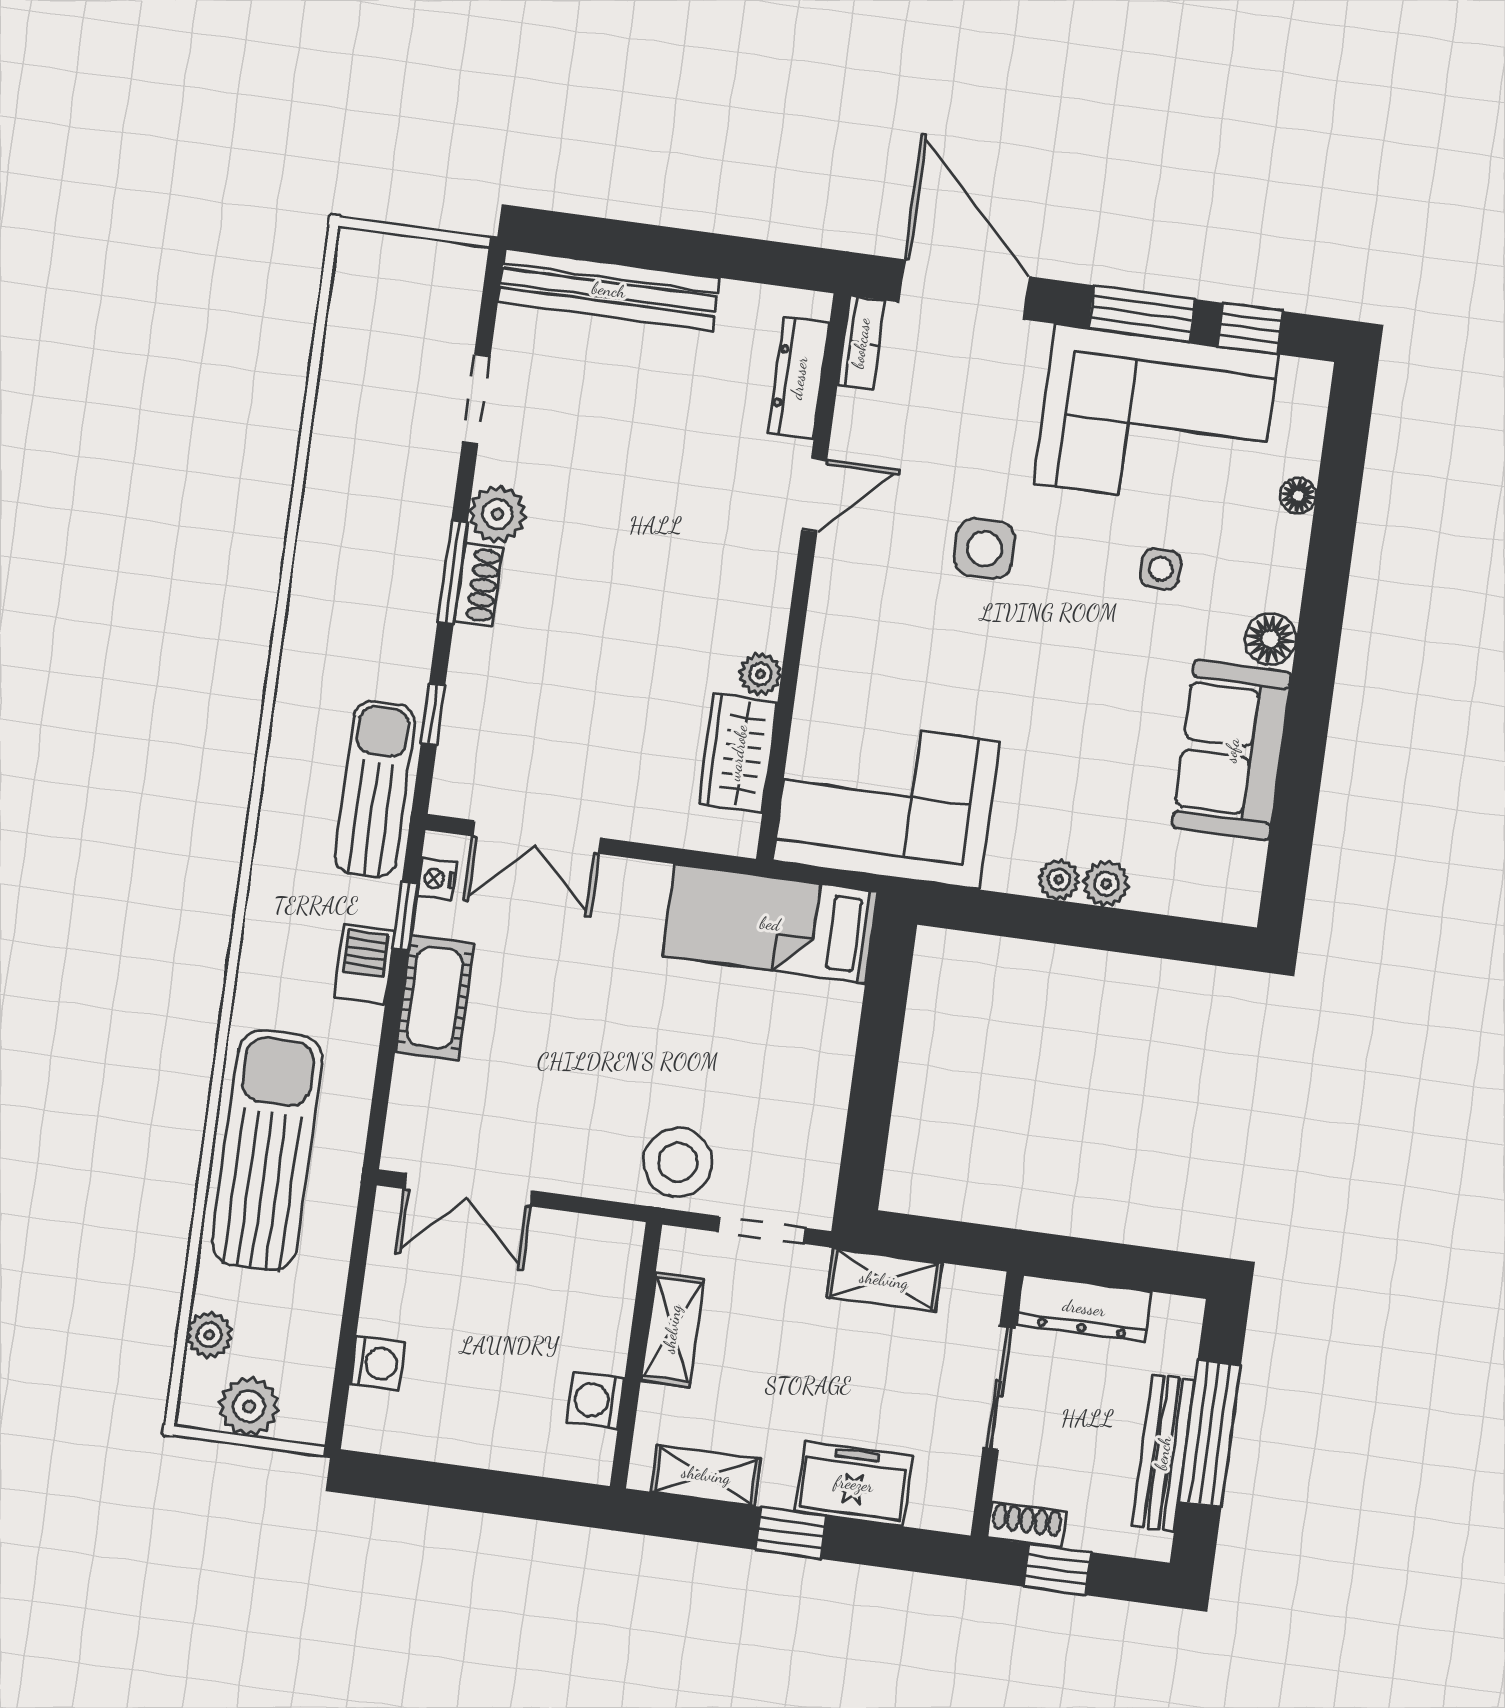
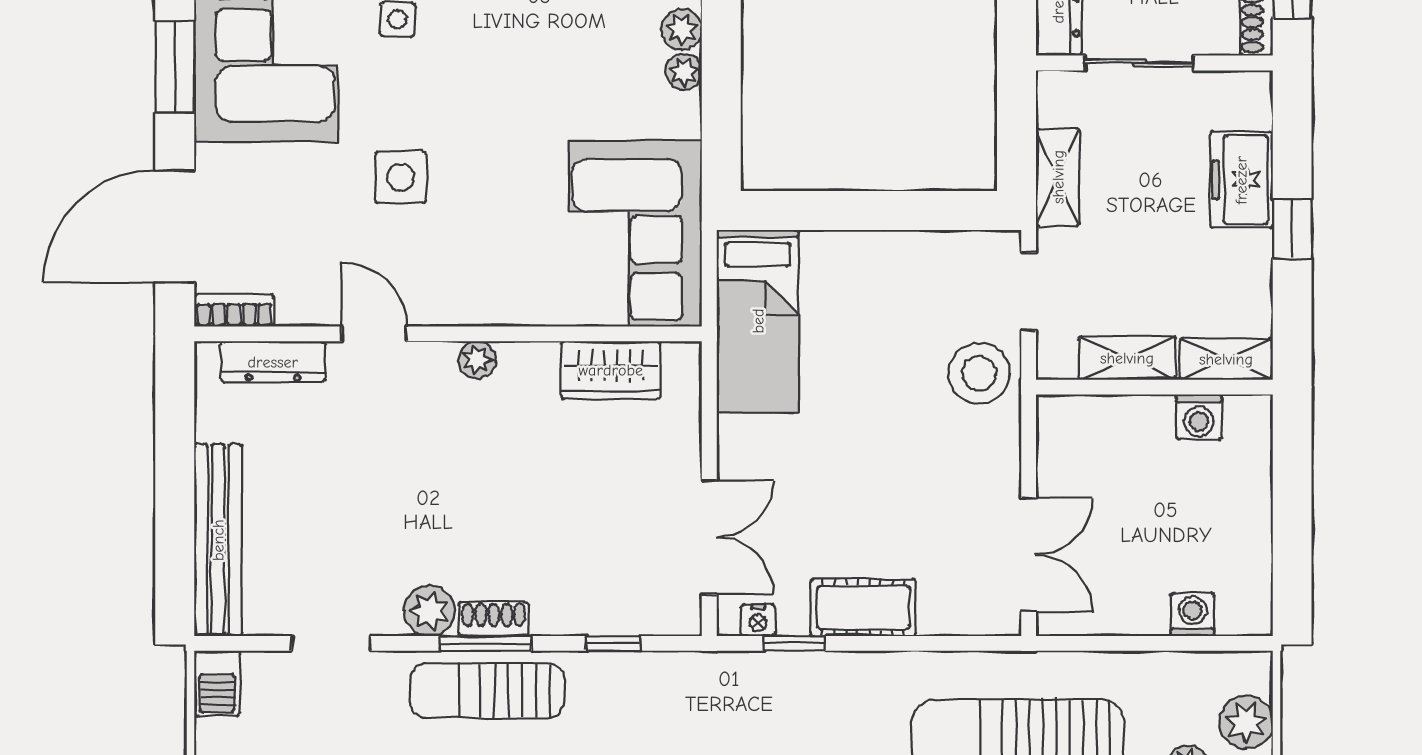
plant: (760, 674) -> (477, 360), moved
sun lounger: (375, 789) -> (487, 691), moved
barbecue: (364, 964) -> (217, 683), moved, turned -90
shelving: (706, 1475) -> (1226, 359), moved, turned 90

